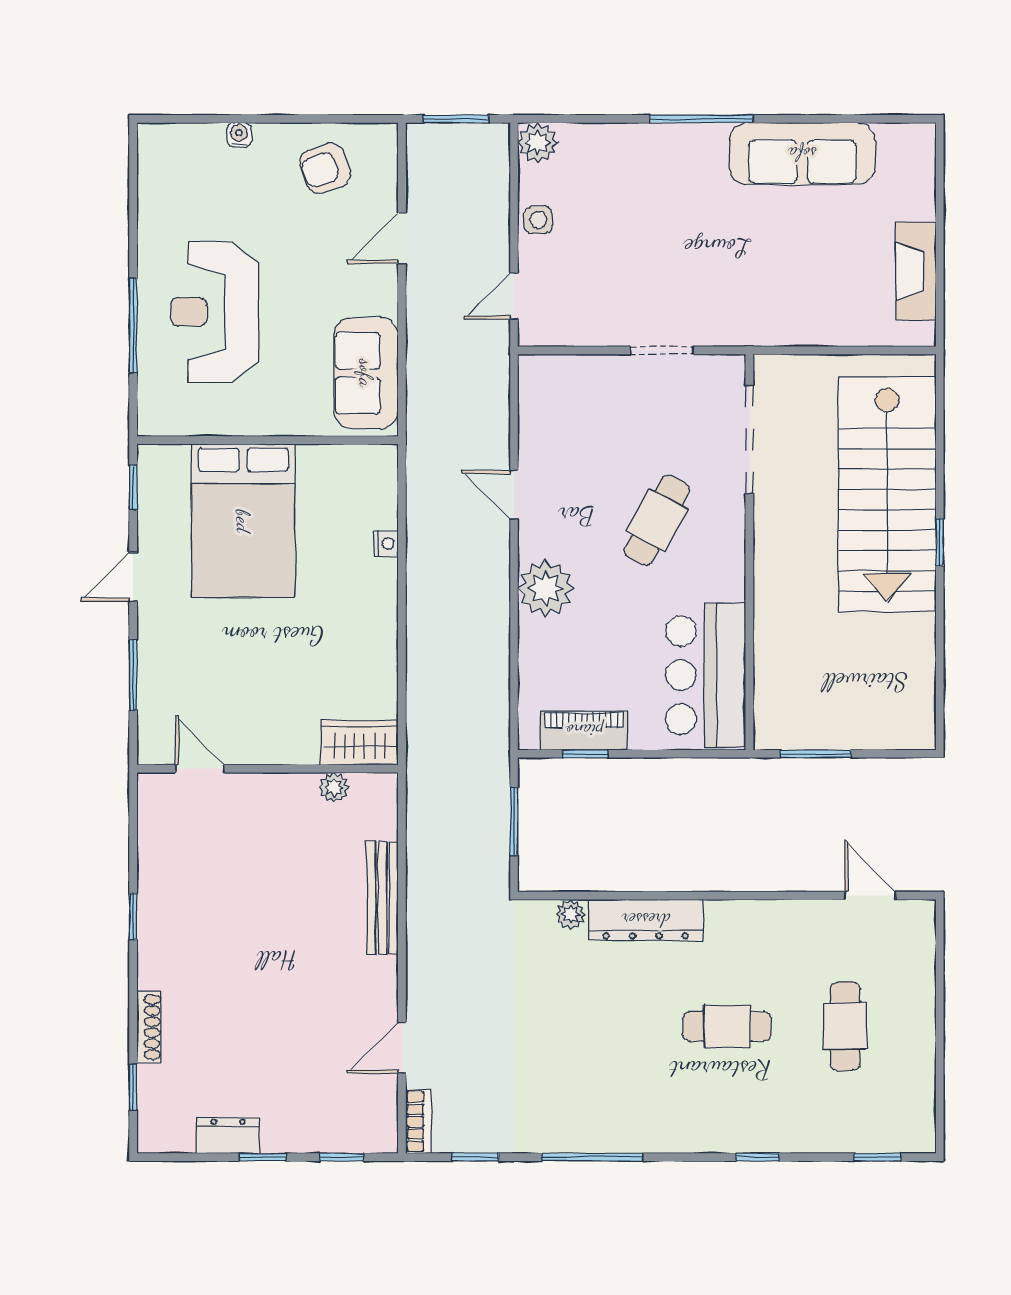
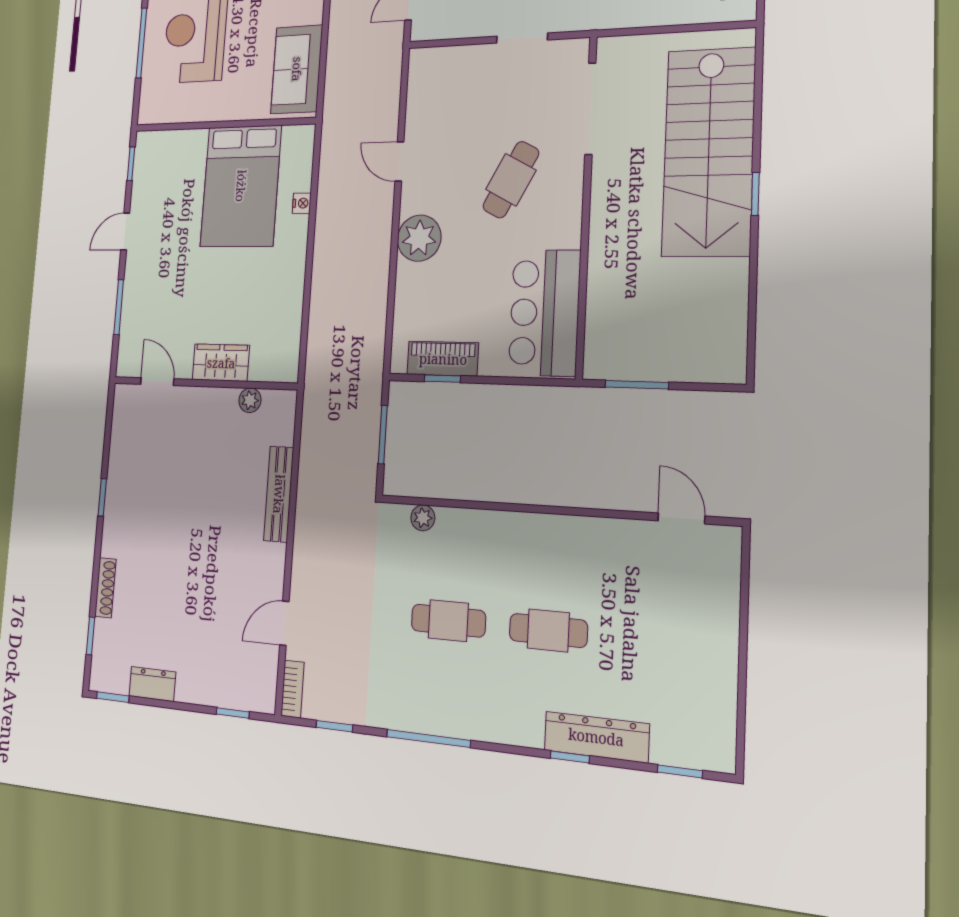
bed: (243, 521) -> (241, 186), moved
wardrobe: (360, 743) -> (221, 363), moved
dresser: (646, 920) -> (596, 737), moved, turned 180
cafe table: (845, 1026) -> (448, 621), moved, turned 90
window: (262, 1157) -> (113, 697), moved

